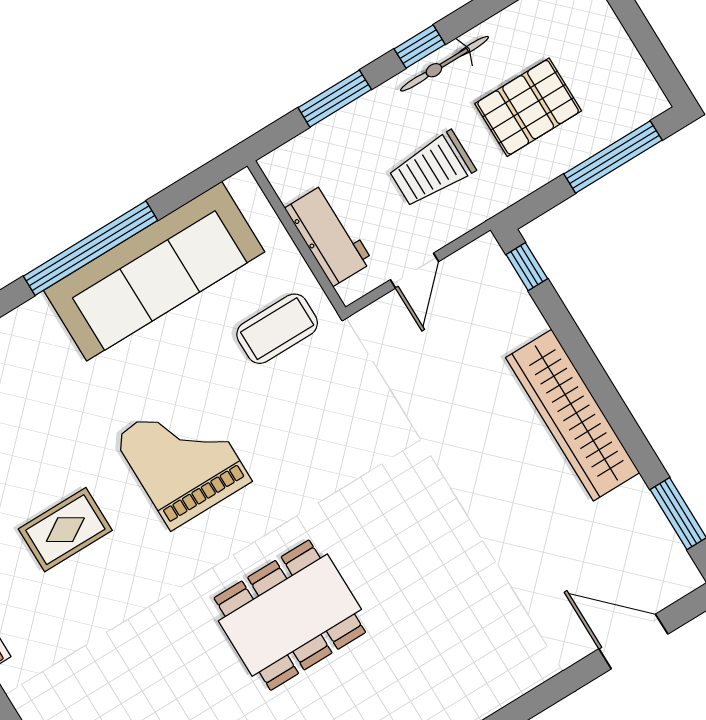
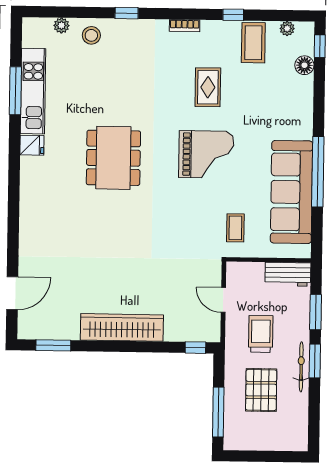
window: (420, 47) -> (315, 361), width x1.50
workbench: (329, 235) -> (288, 274), moved
coffee table: (277, 329) -> (235, 228), width x0.73, depth x0.77

